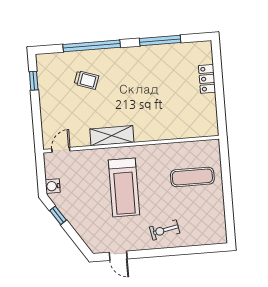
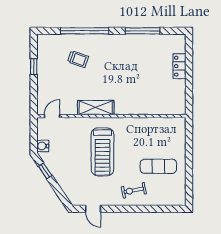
window: (34, 81) -> (34, 67), moved
exercise mat: (192, 177) -> (158, 166), moved

